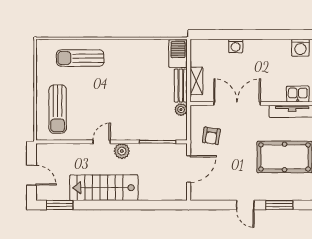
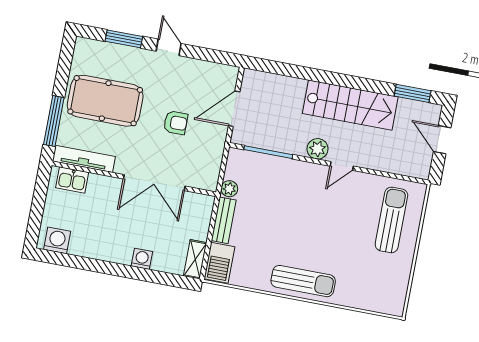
sun lounger: (80, 58) -> (303, 281), moved
shelving: (196, 81) -> (195, 259), moved
armchair: (211, 136) -> (176, 123), moved, turned 82

